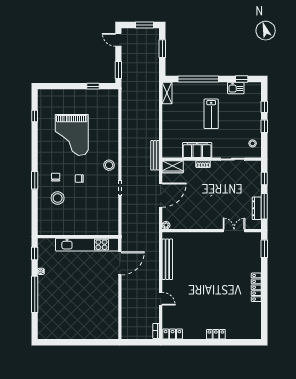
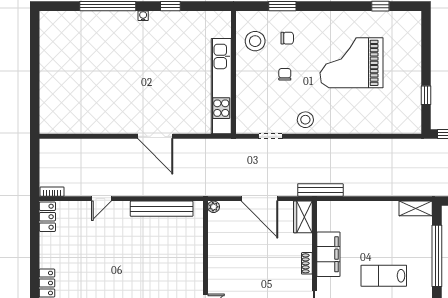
wall: (78, 237) -> (234, 72), moved
kitchen unit: (87, 245) -> (221, 86), moved

